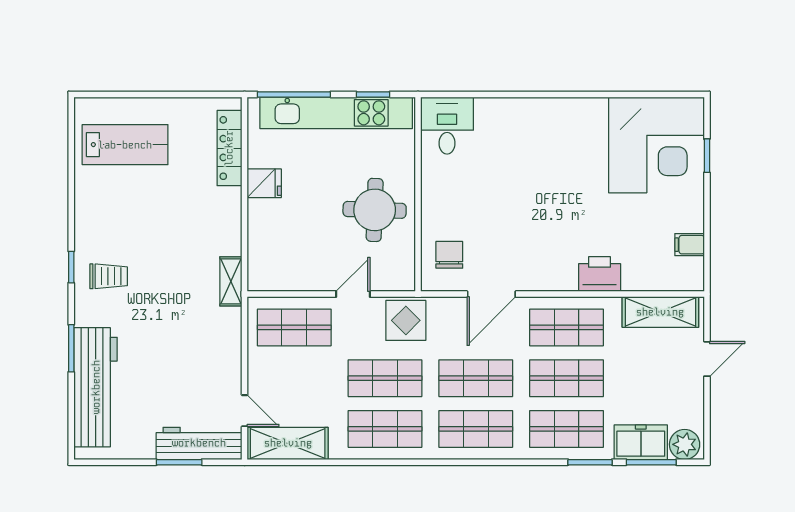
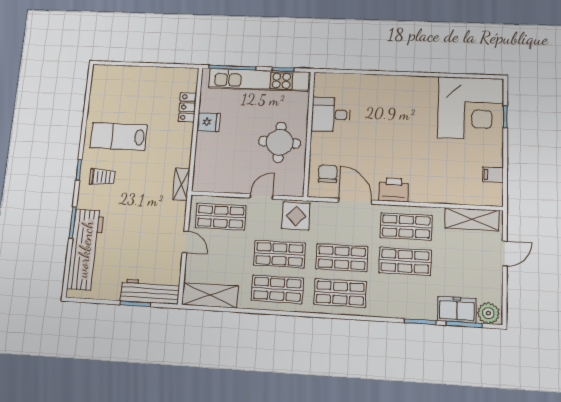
desk: (447, 126) -> (331, 114), moved, turned -90
lab bench: (125, 145) -> (119, 136), moved, turned 180
locker: (229, 148) -> (187, 107), width x0.66
printer: (600, 274) -> (394, 190), moved
door: (491, 294) -> (355, 201), swing flipped
door: (245, 411) -> (185, 242), moved
shop shelf: (566, 429) -> (404, 297), removed

